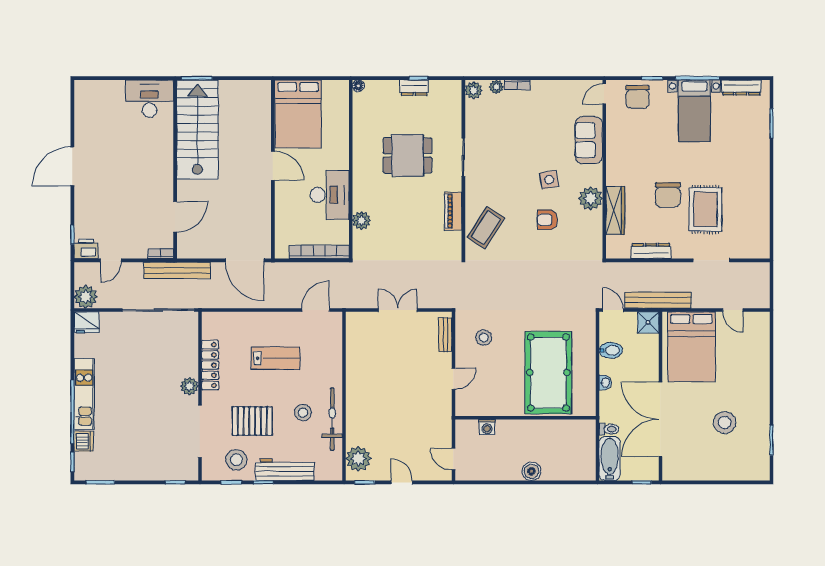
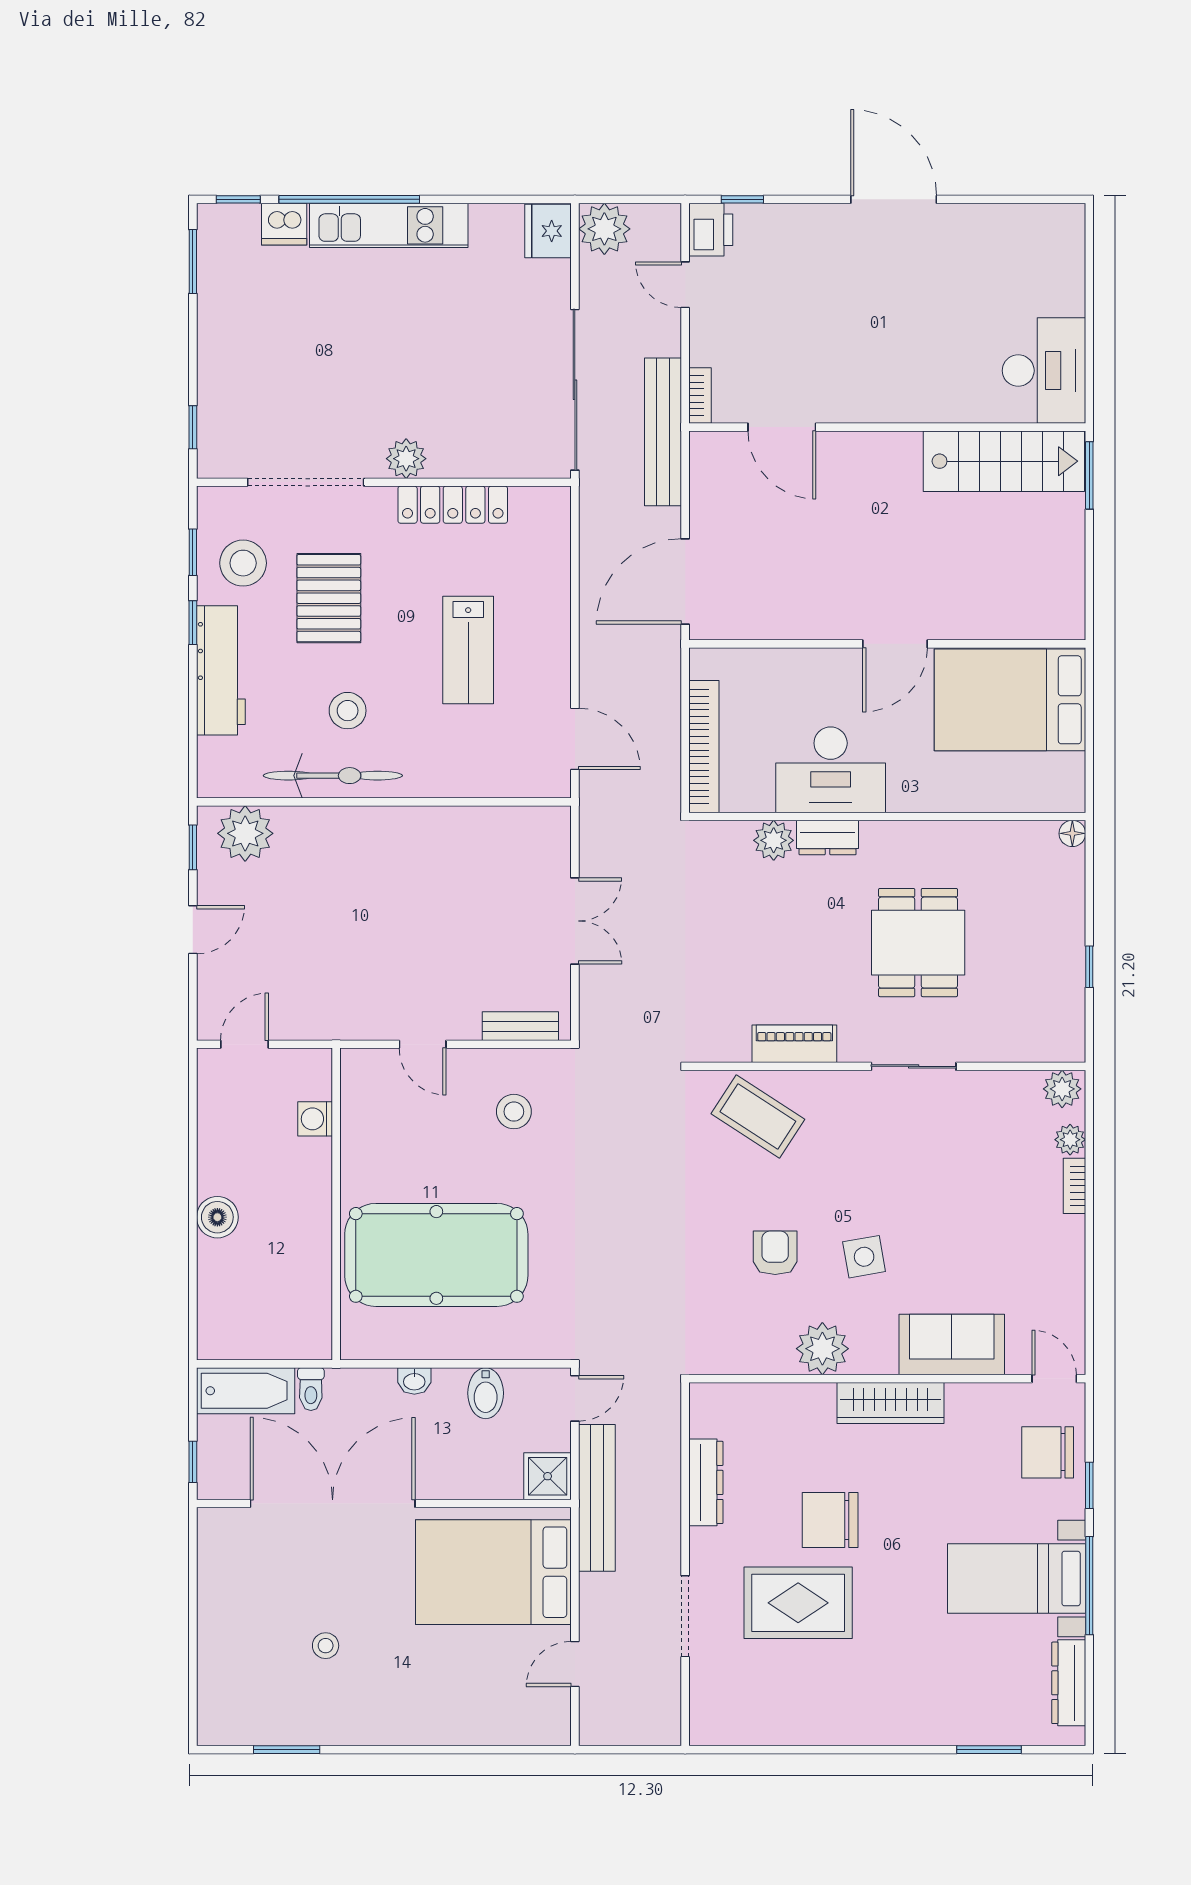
dresser: (414, 88) -> (828, 838), moved, turned -90
stairs: (197, 130) -> (1004, 461), width x0.73, depth x0.66
wardrobe: (615, 211) -> (891, 1403), moved
stool: (725, 423) -> (326, 1646), width x0.53, depth x0.53

